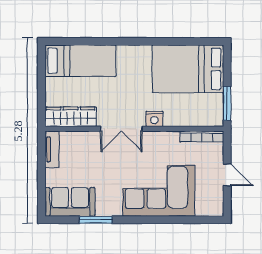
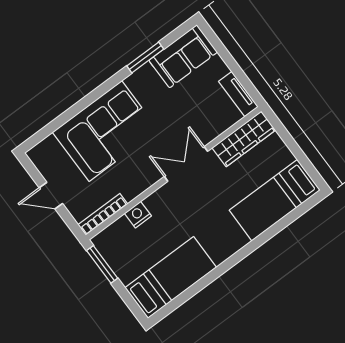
bed: (188, 69) -> (171, 277), width x0.67
nightstand: (154, 119) -> (138, 215), moved

